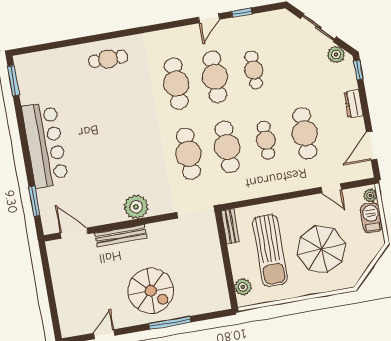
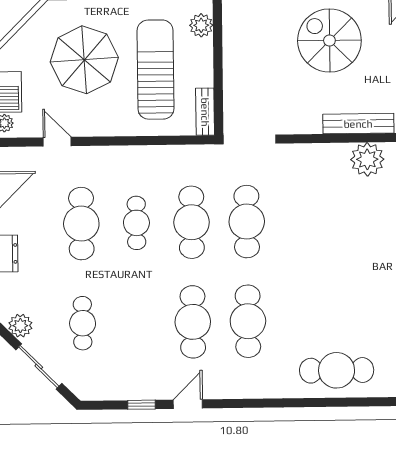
cafe table: (108, 59) -> (337, 370), width x1.37, depth x1.35
cafe table: (254, 70) -> (83, 323), moved
plant: (136, 207) -> (367, 159), moved

